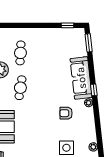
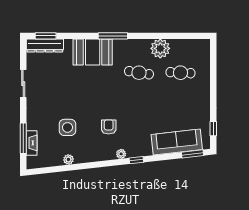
sofa: (81, 78) -> (177, 142), moved

